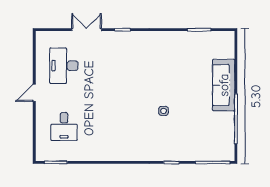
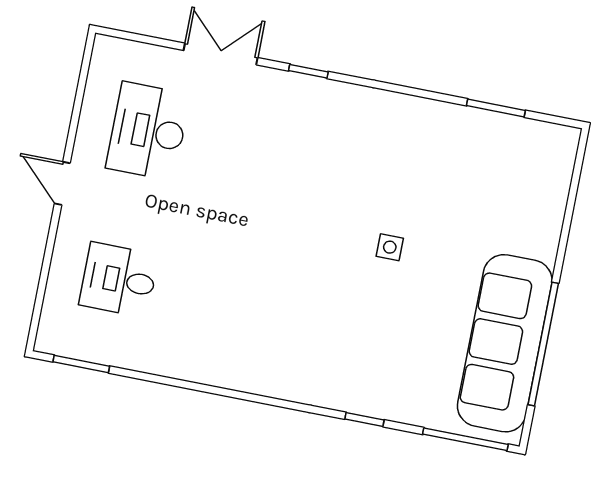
sofa: (224, 85) -> (505, 343), moved, width x1.36, depth x1.27
door: (34, 93) -> (62, 183), hinge flipped
side table: (163, 111) -> (390, 247), moved
desk: (64, 126) -> (119, 280), turned 90

